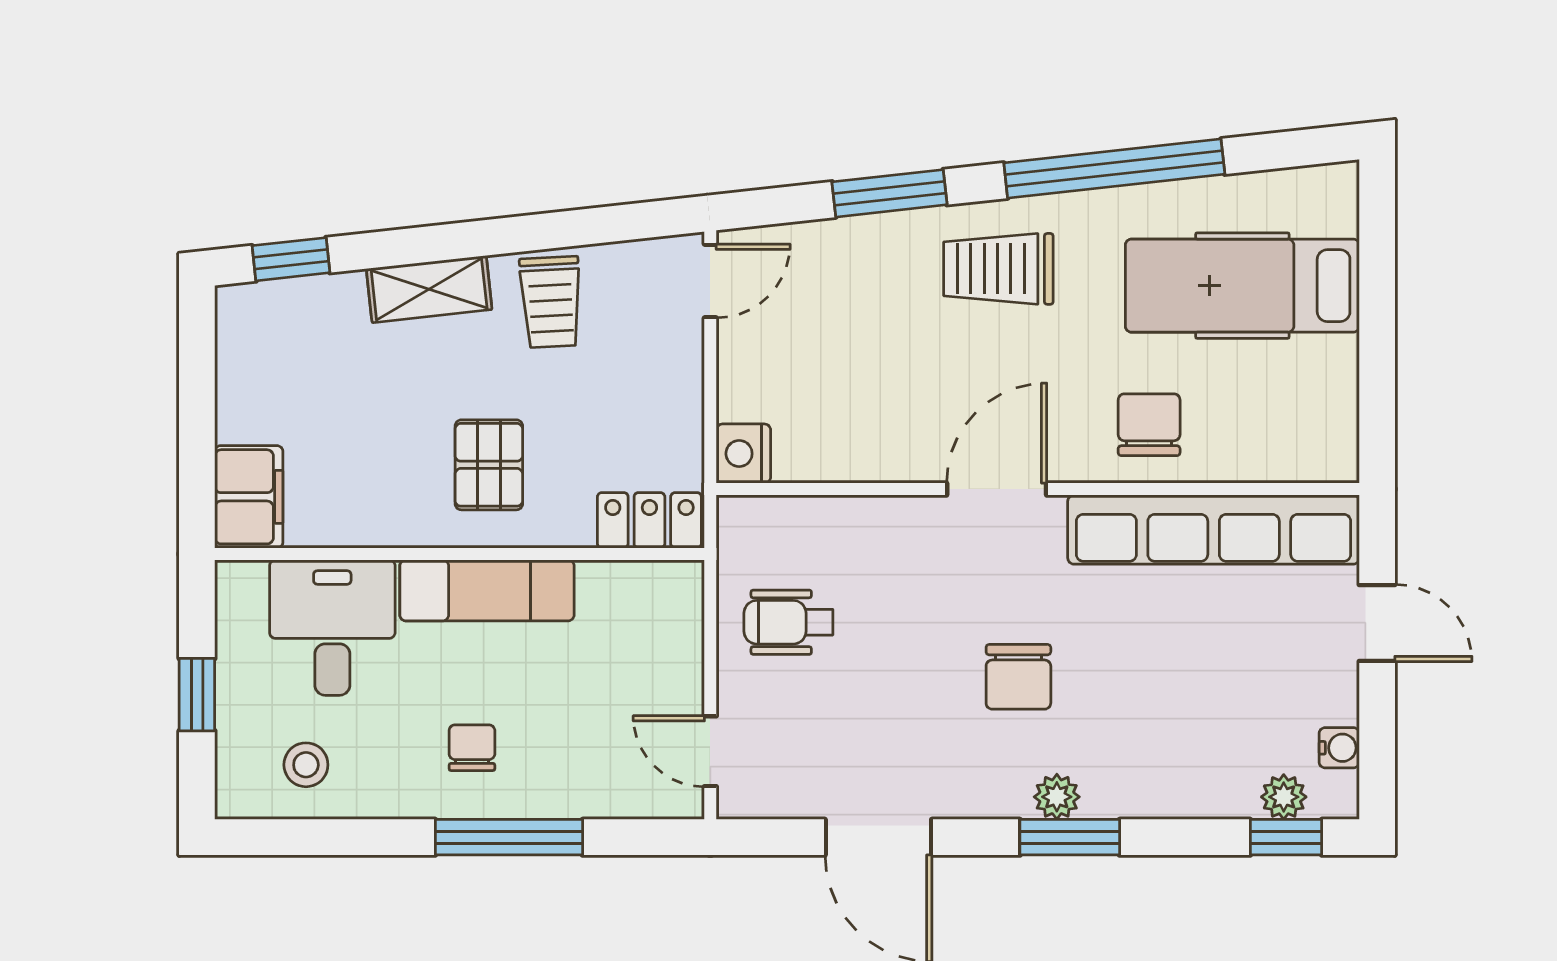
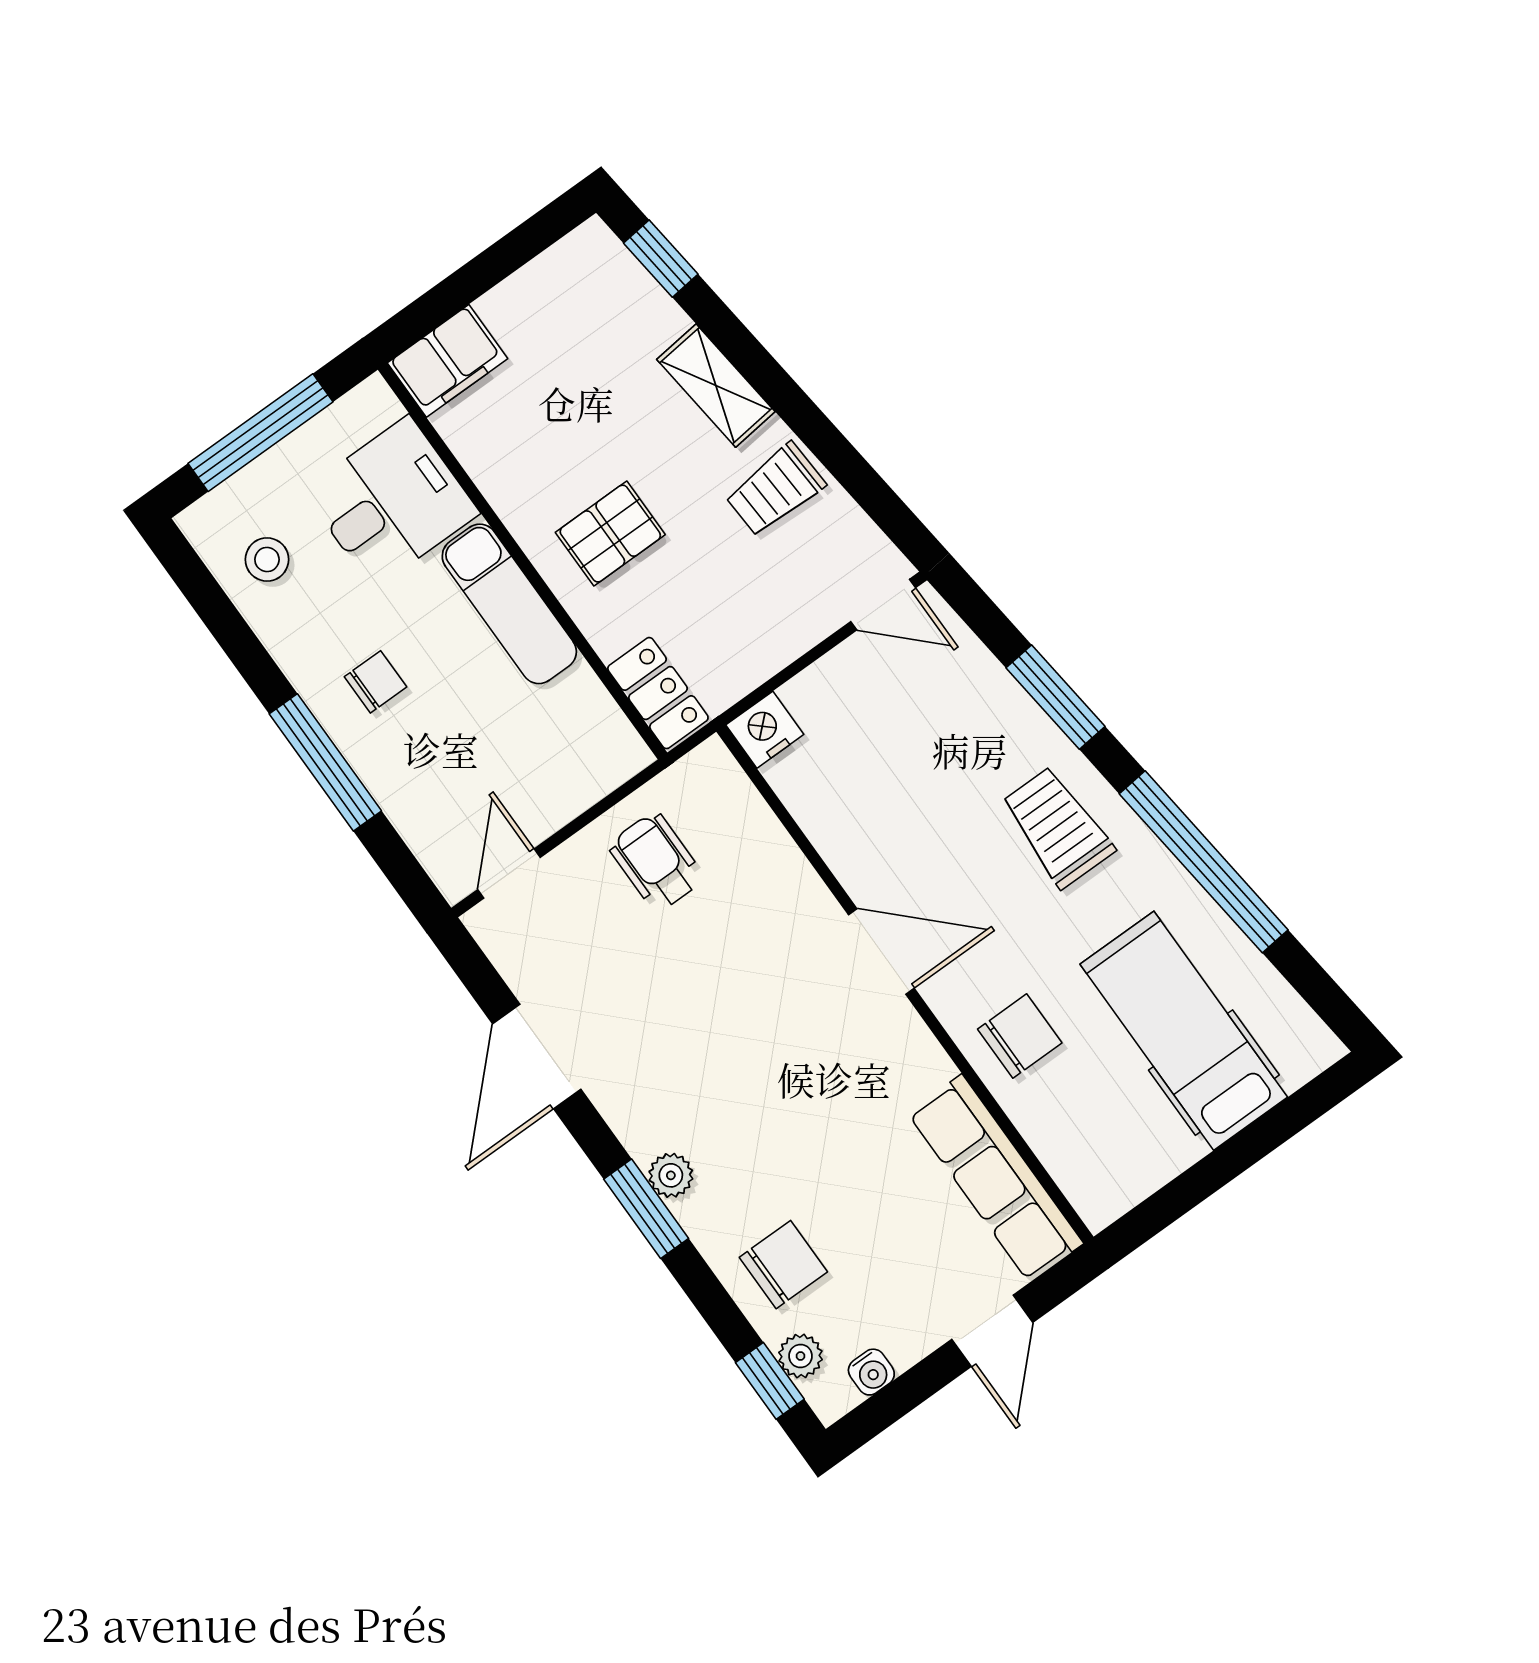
row of seats: (1214, 530) -> (995, 1178), width x0.73
chair: (1018, 677) -> (783, 1265), moved, turned 180
window: (197, 695) -> (260, 433), width x2.17

